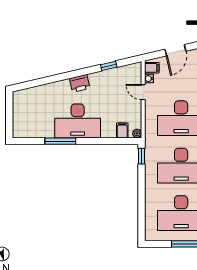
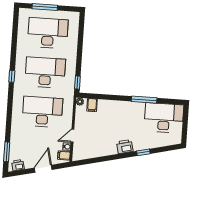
window: (109, 66) -> (143, 152), moved
door: (143, 92) -> (72, 136), swing flipped
desk: (78, 121) -> (164, 118), moved

